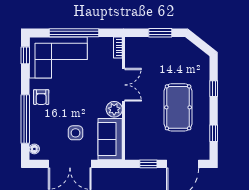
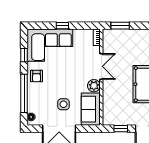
window: (74, 33) -> (62, 26), width x0.32
window: (160, 33) -> (120, 26), moved
window: (25, 55) -> (24, 55), moved

